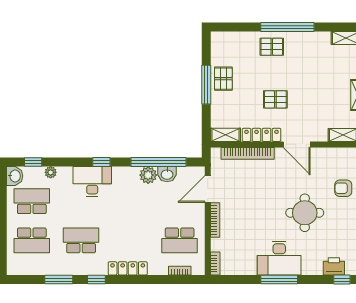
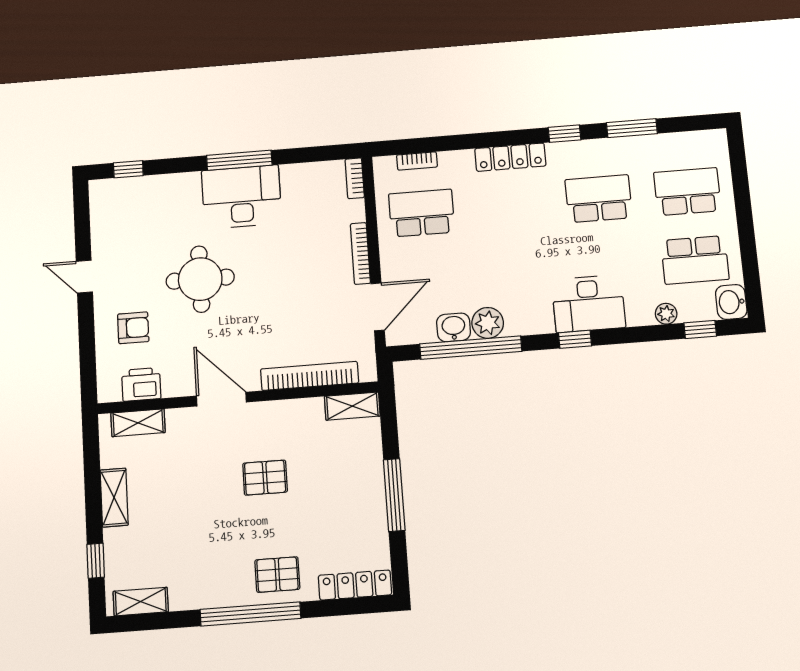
pallet: (223, 79) -> (363, 508), removed
locker: (261, 135) -> (355, 585), moved, turned 180
school desk: (81, 240) -> (599, 199), turned 180
printer: (334, 266) -> (141, 384), moved, turned 180

